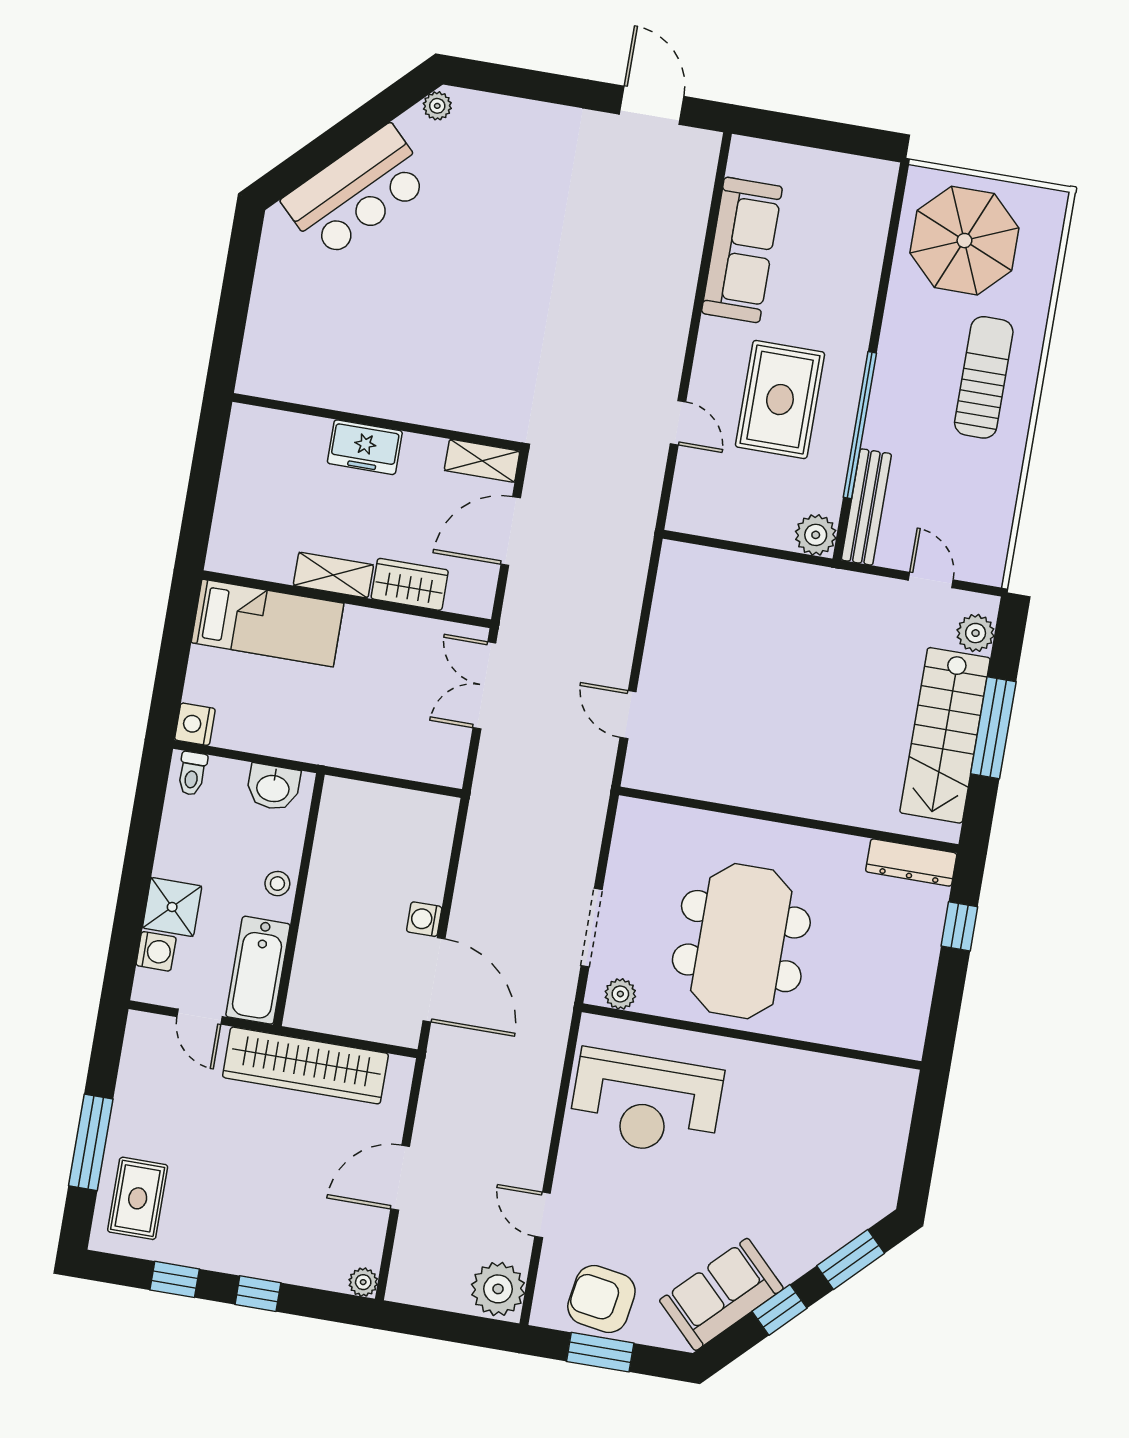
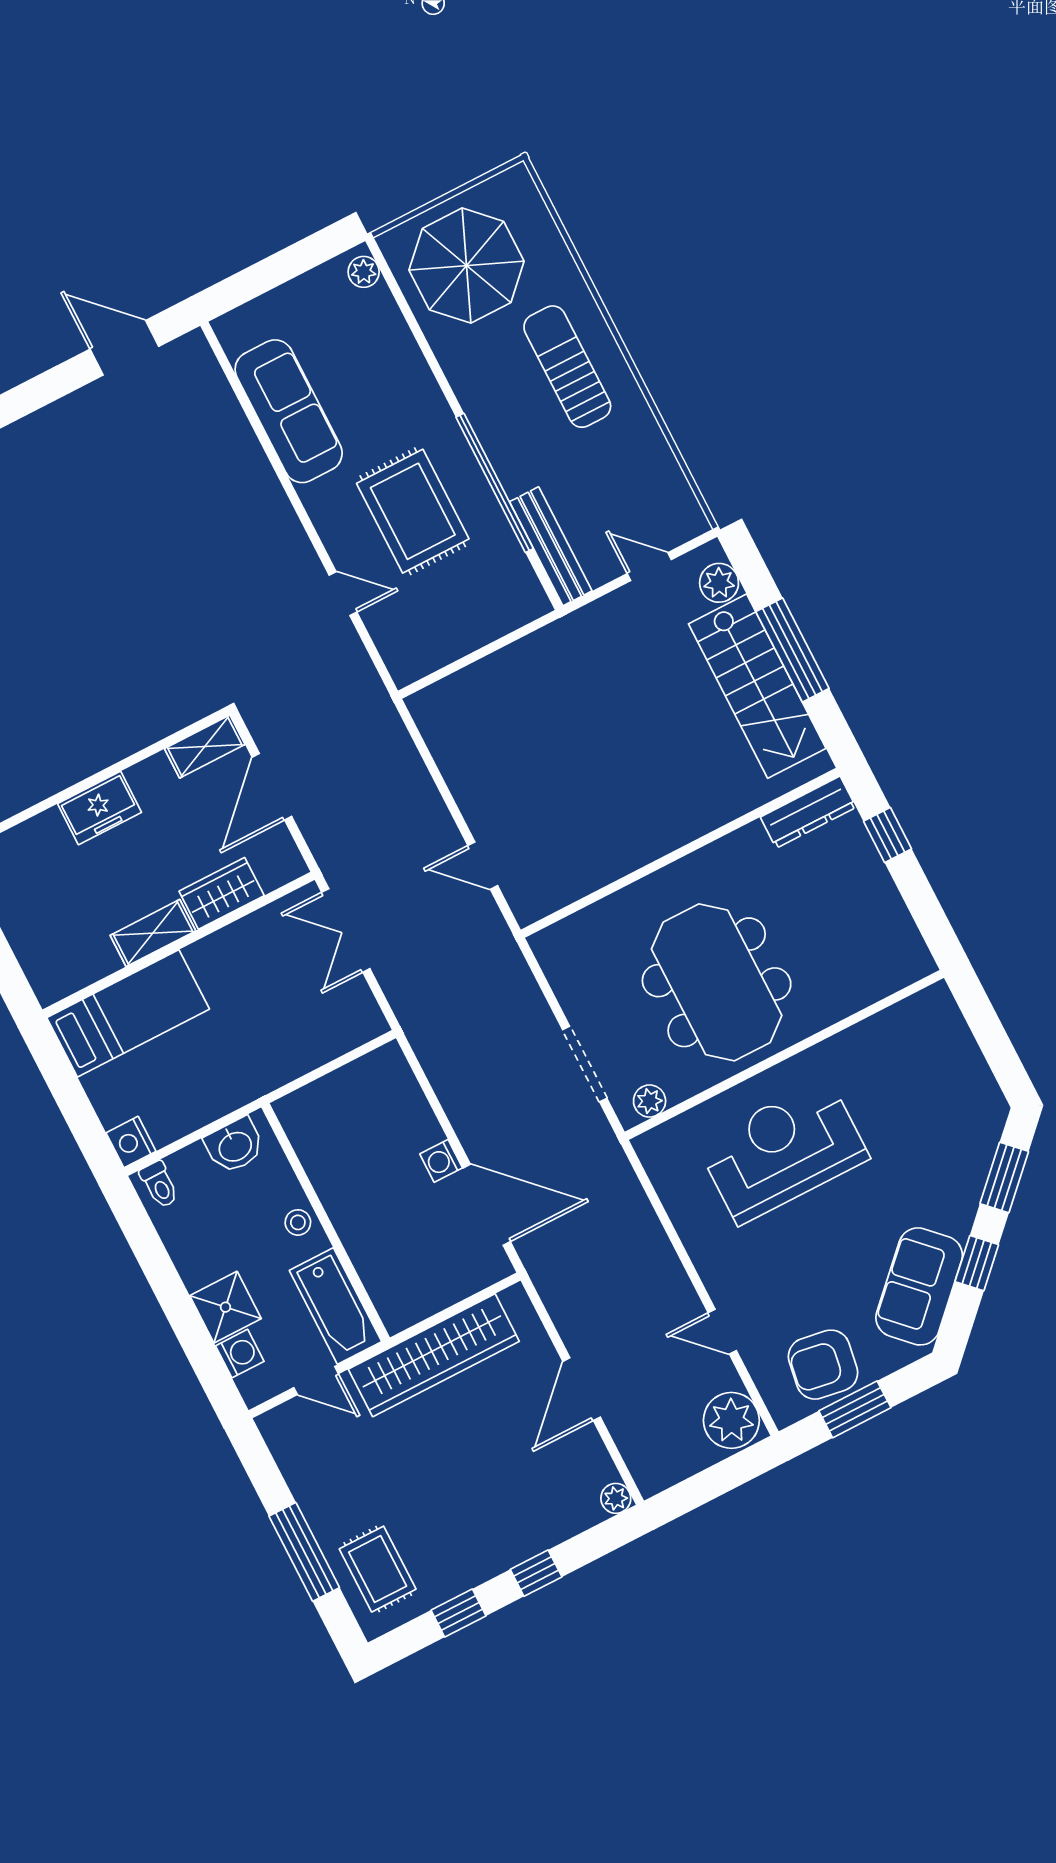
plant: (816, 535) -> (364, 272), moved, width x0.73, depth x0.73
reception desk: (646, 1103) -> (783, 1151), moved, turned 180

